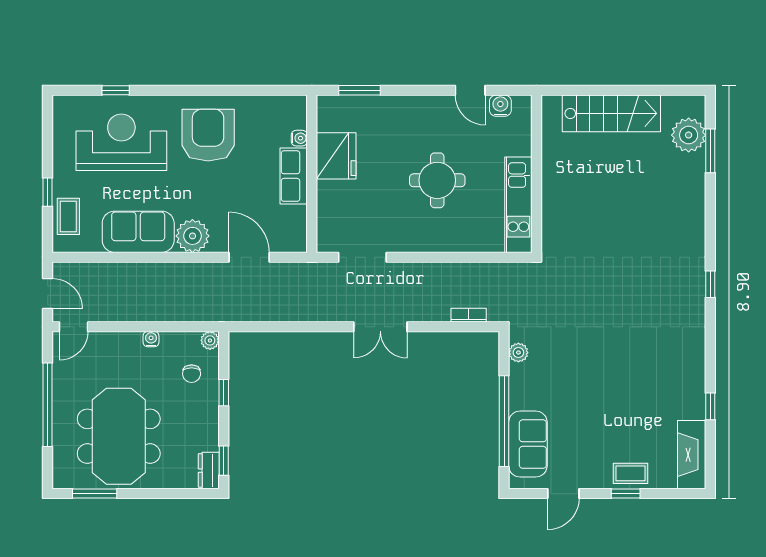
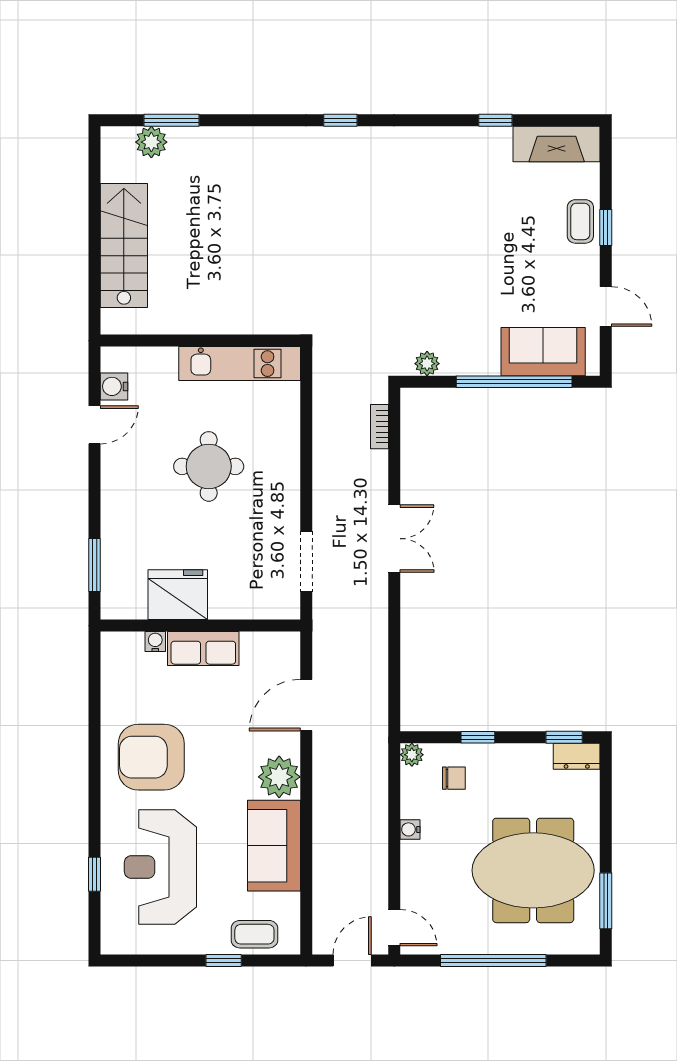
plant: (689, 135) -> (151, 142), width x0.73, depth x0.73

